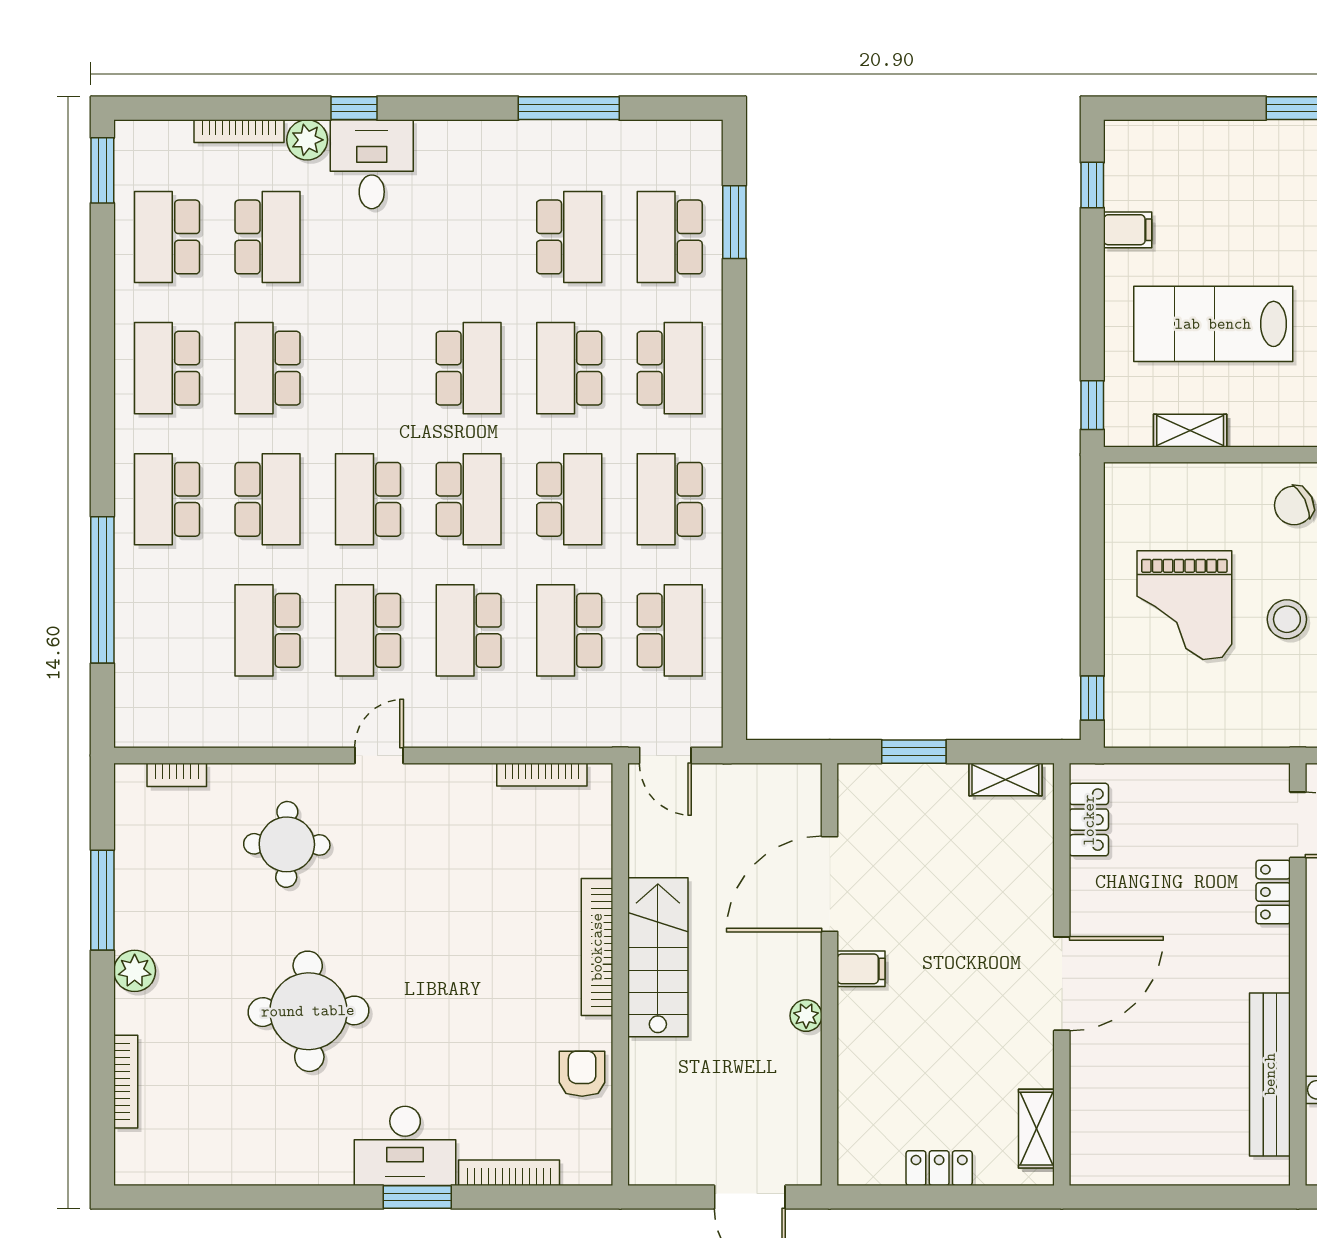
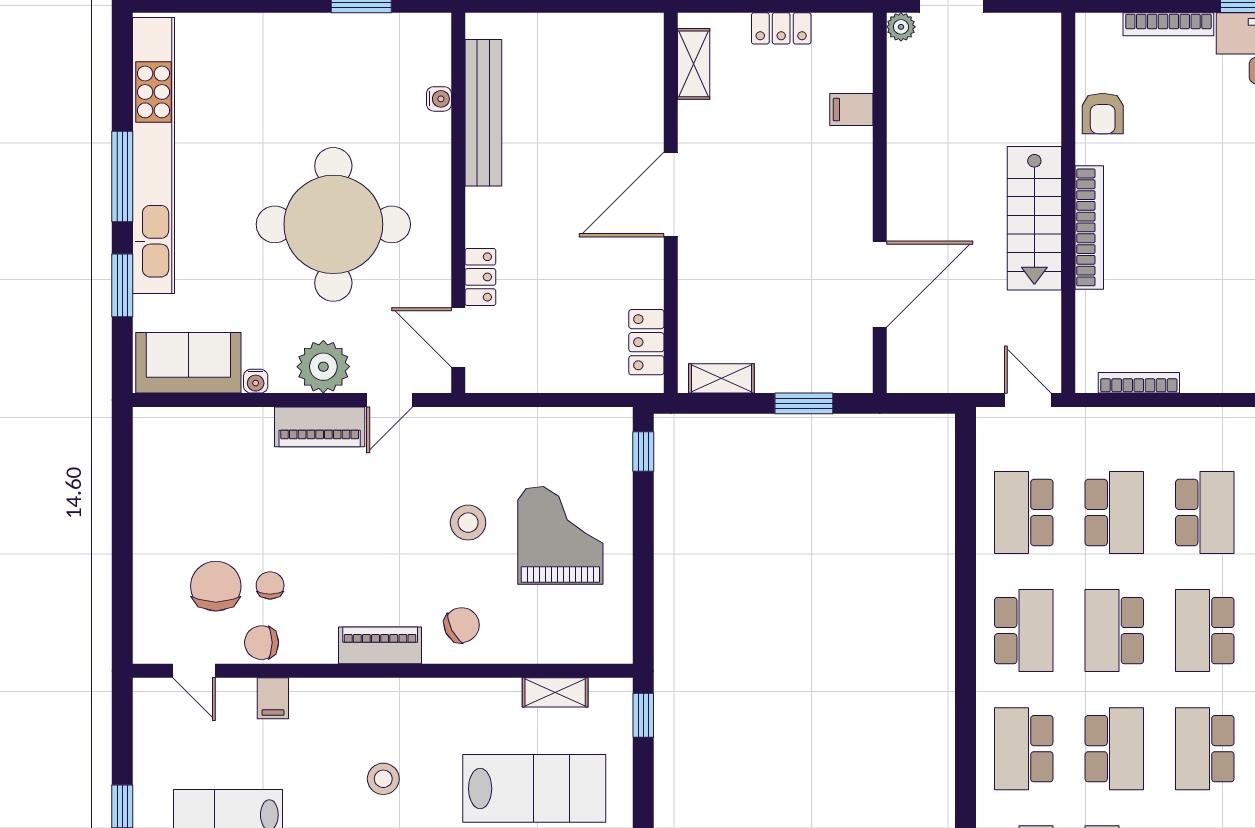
filing cabinet: (861, 969) -> (851, 110), moved
plant: (806, 1016) -> (901, 27), moved

